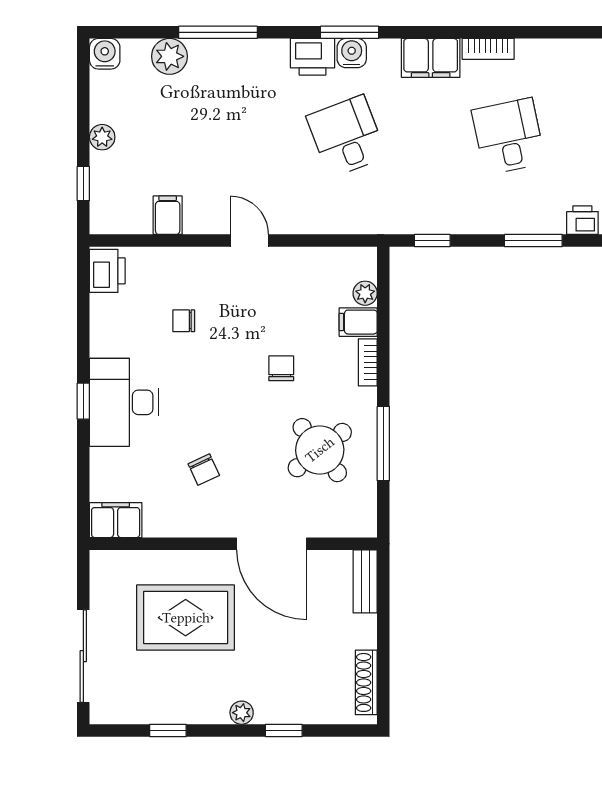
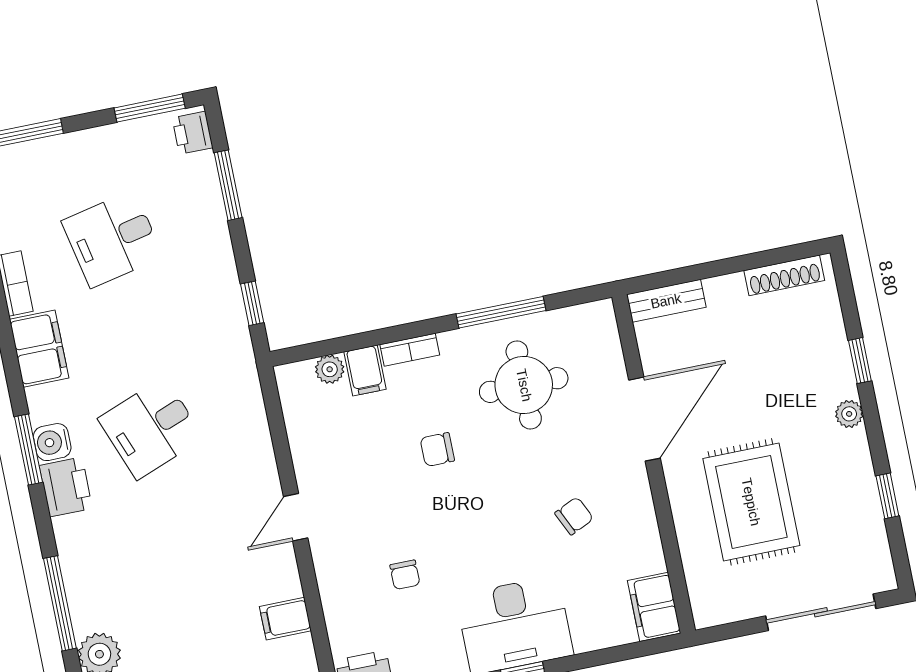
round table: (320, 450) -> (524, 385), turned 38

